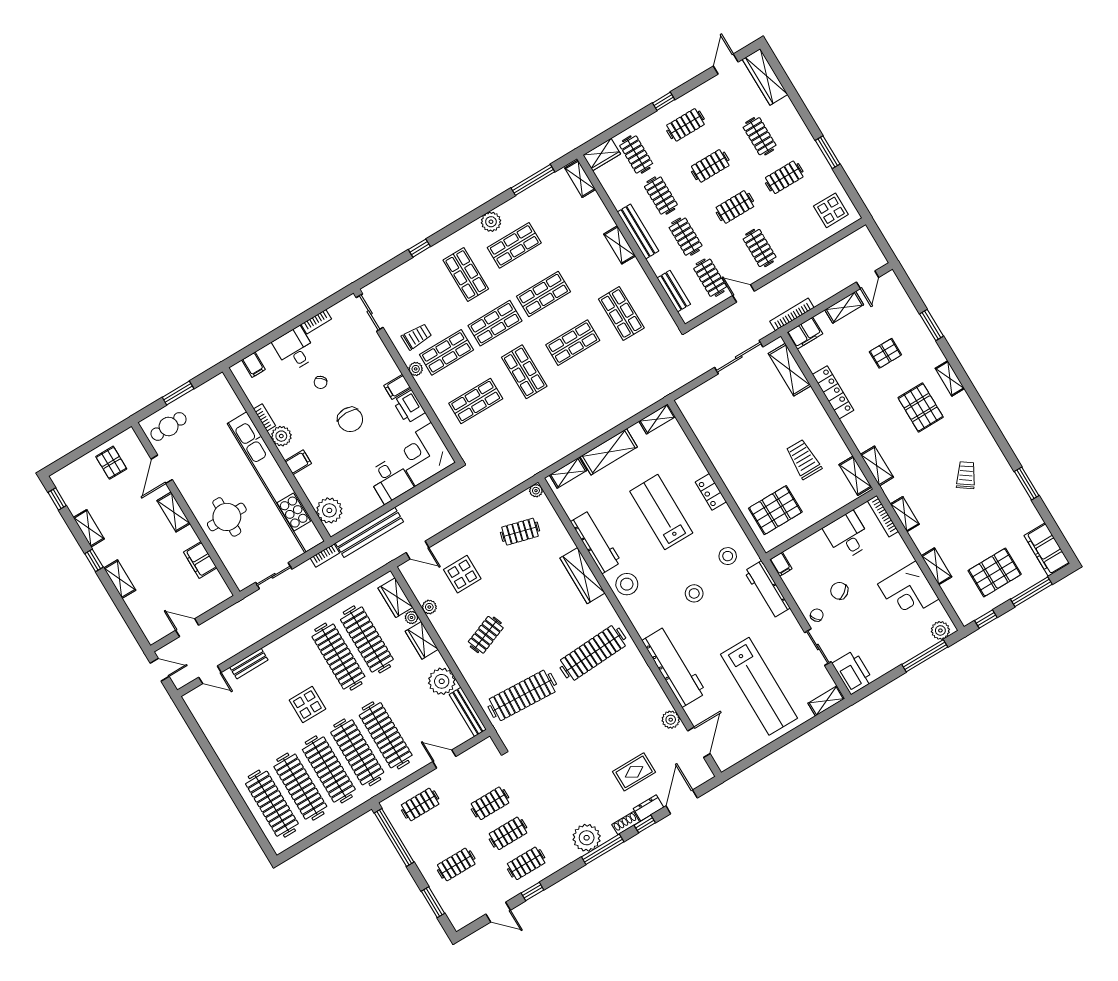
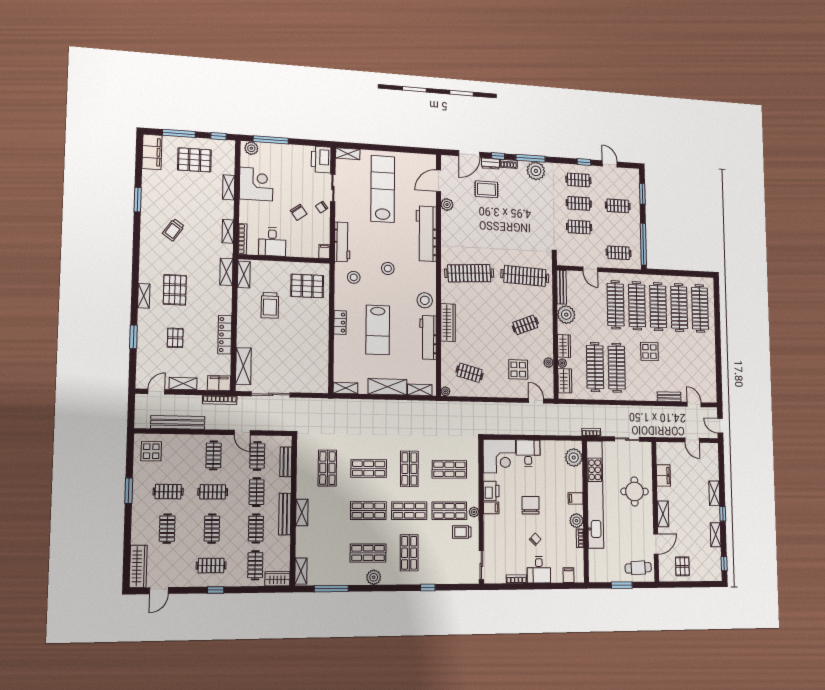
clothes rail: (710, 166) -> (212, 529), turned 90
pallet: (885, 353) -> (175, 338), turned 90
bench: (369, 532) -> (178, 422), moved

